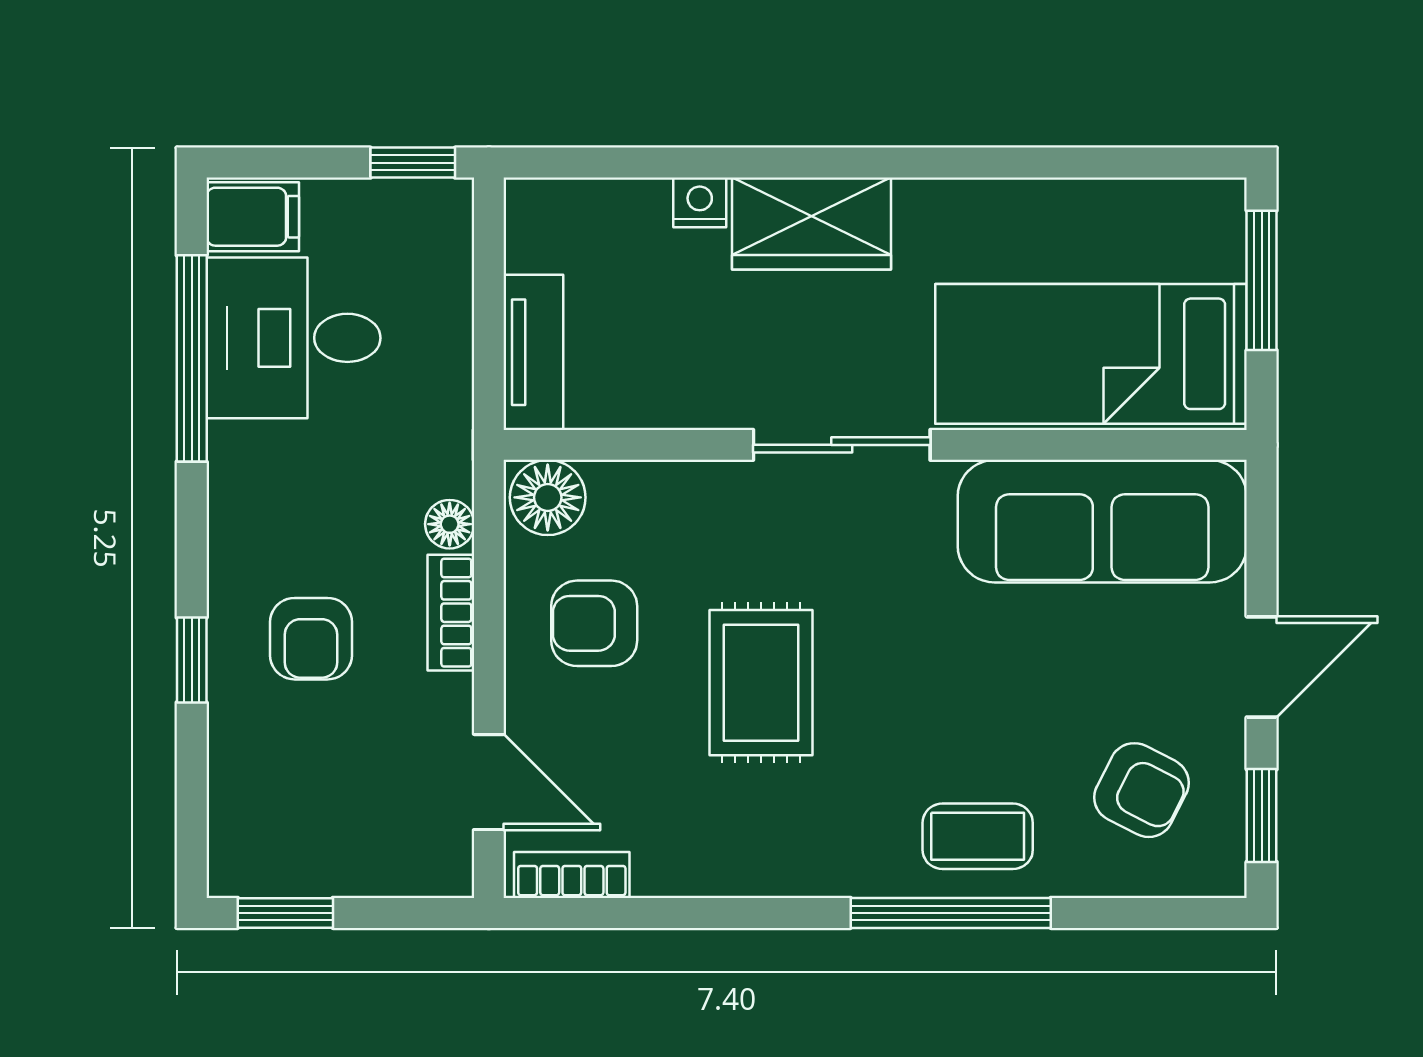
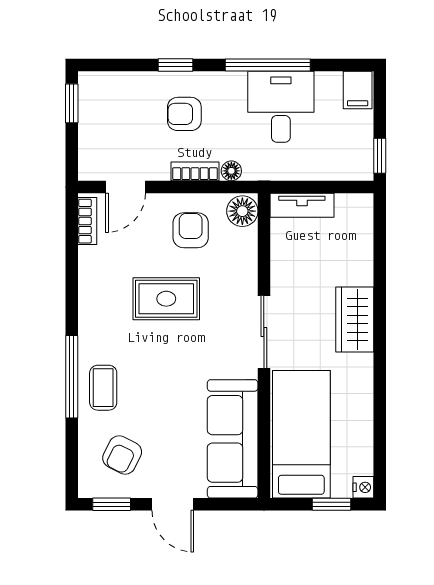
nightstand: (700, 202) -> (363, 487), moved
window: (1262, 280) -> (331, 504), width x0.67
desk: (293, 338) -> (281, 107), moved
window: (192, 358) -> (268, 65), moved

